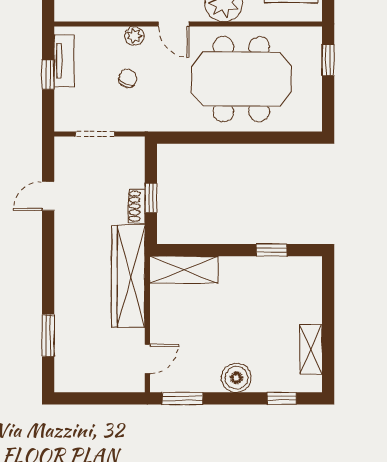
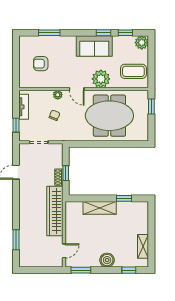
window: (48, 75) -> (16, 125), moved
shelving: (184, 270) -> (100, 208), moved

